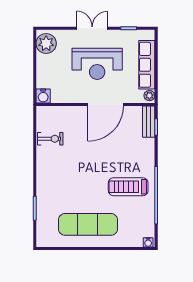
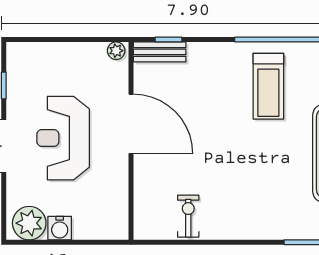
reception desk: (97, 64) -> (63, 138), turned 180
row of seats: (147, 65) -> (65, 55), removed
water cooler: (43, 96) -> (60, 228), moved, turned 90

